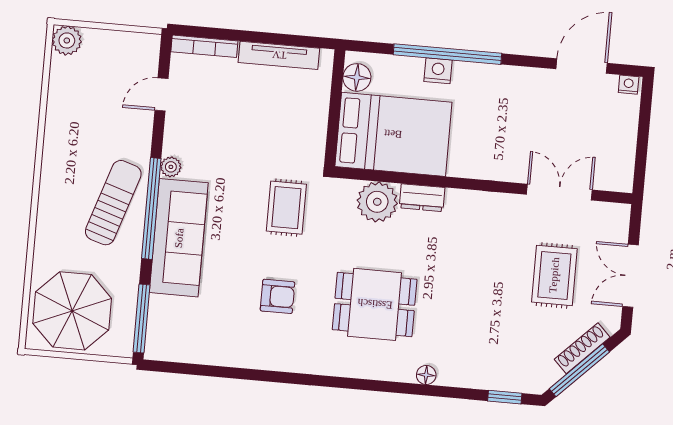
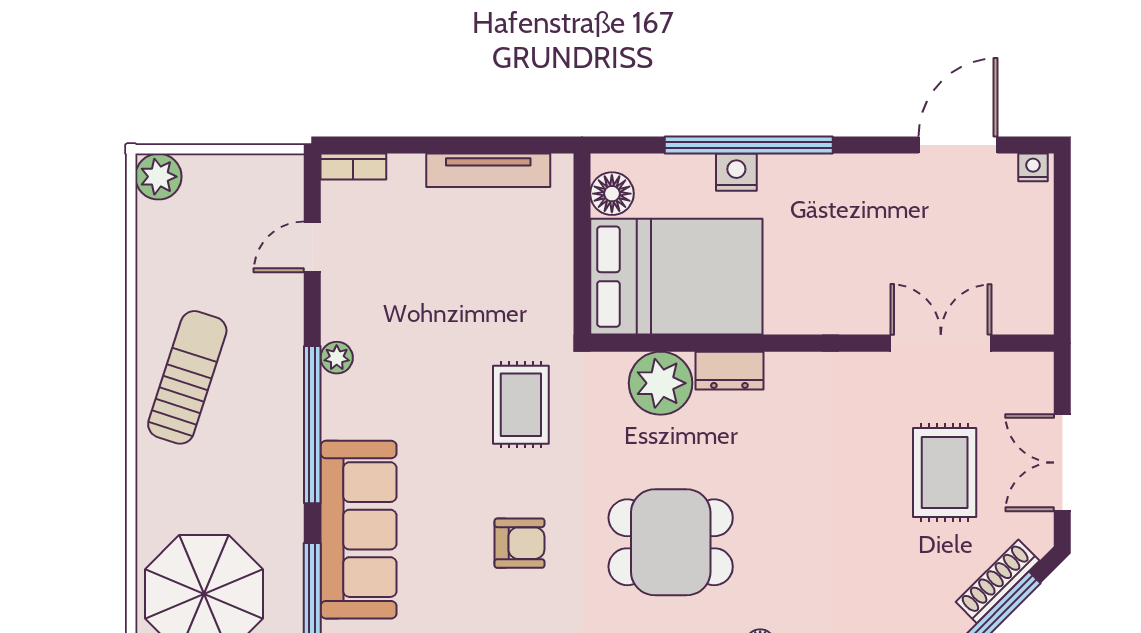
bookcase: (204, 46) -> (353, 167), width x0.64
sun lounger: (113, 203) -> (187, 377), moved
sofa: (179, 238) -> (359, 530), moved

